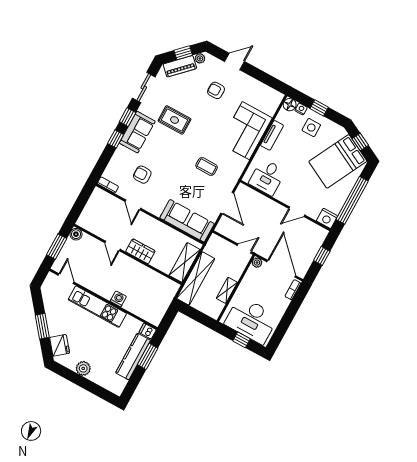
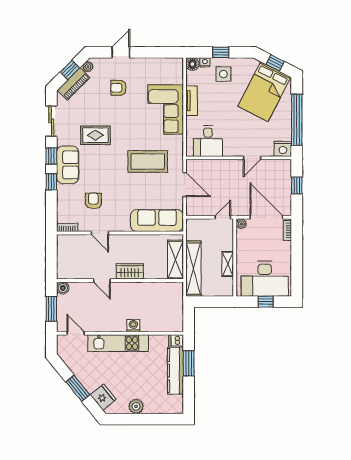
coffee table: (207, 167) -> (148, 162), width x1.86, depth x1.72
armchair: (142, 175) -> (93, 201), turned 90

